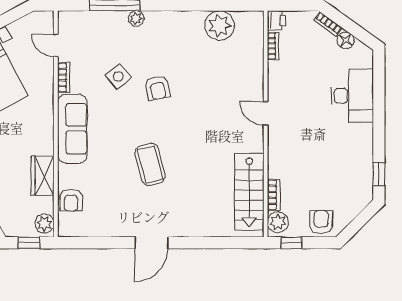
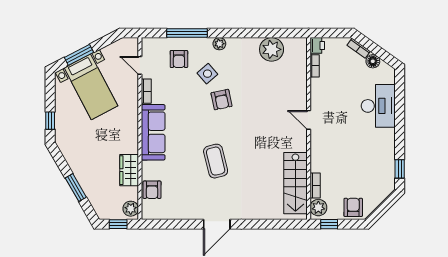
plant: (136, 18) -> (219, 44), moved
armchair: (104, 38) -> (179, 59), added
side table: (118, 76) -> (207, 74), moved

